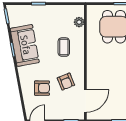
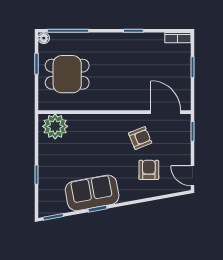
plant: (79, 22) -> (55, 126), width x1.87, depth x1.87
coffee table: (64, 47) -> (94, 141), removed

